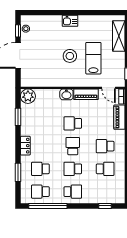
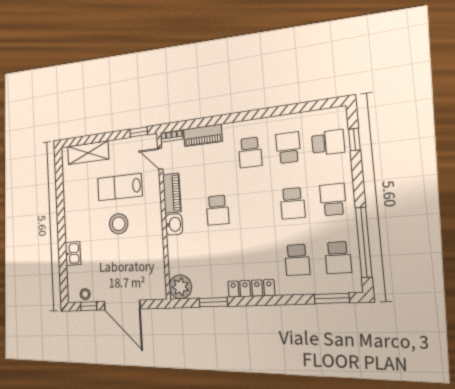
kitchen sink: (70, 21) -> (73, 253), moved
door: (109, 88) -> (160, 159), swing flipped
locker: (25, 146) -> (251, 288), width x1.53
school desk: (73, 146) -> (328, 143), moved, turned 180
window: (18, 172) -> (332, 298), moved

